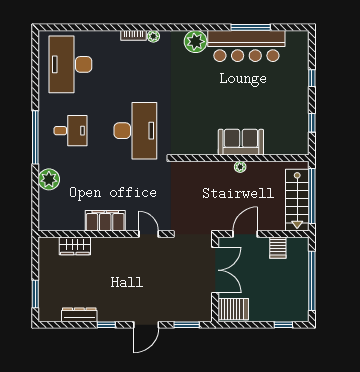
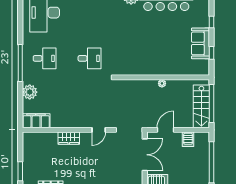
desk: (135, 131) -> (90, 58), width x0.53, depth x0.77
sofa: (241, 142) -> (201, 43), moved, turned -90
filing cabinet: (105, 221) -> (36, 121), moved
door: (149, 234) -> (99, 130), swing flipped
wardrobe: (75, 246) -> (69, 138), moved

